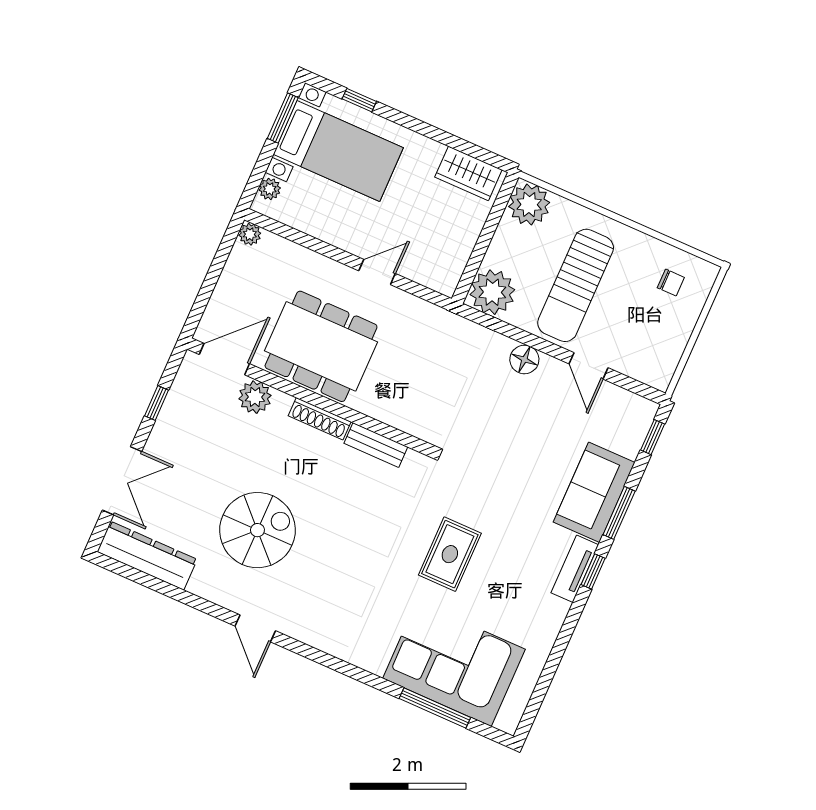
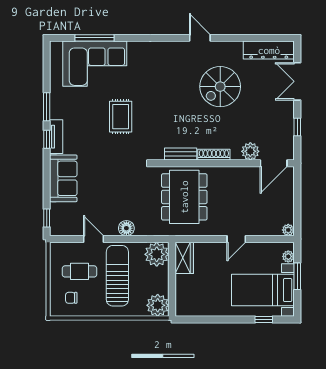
window: (283, 118) -> (297, 276), moved
wardrobe: (468, 173) -> (184, 258), moved, turned 90
door: (377, 272) -> (236, 239), moved
cafe table: (637, 321) -> (80, 271), added
dining table: (321, 346) -> (184, 197), moved, turned 90
window: (619, 513) -> (47, 107), moved

